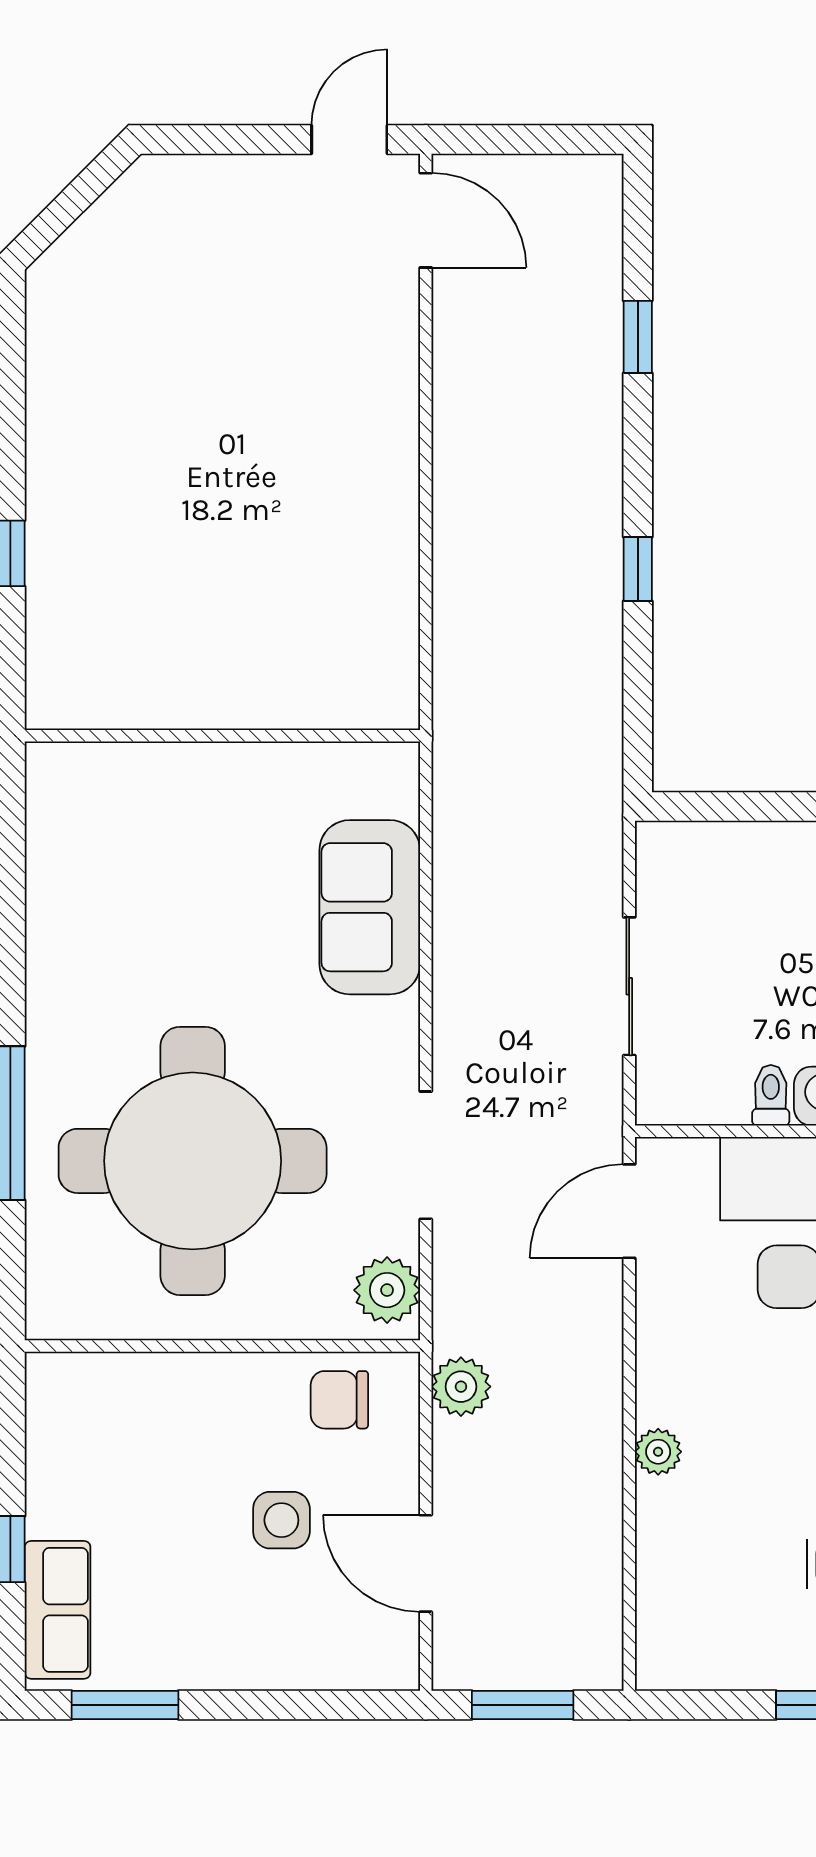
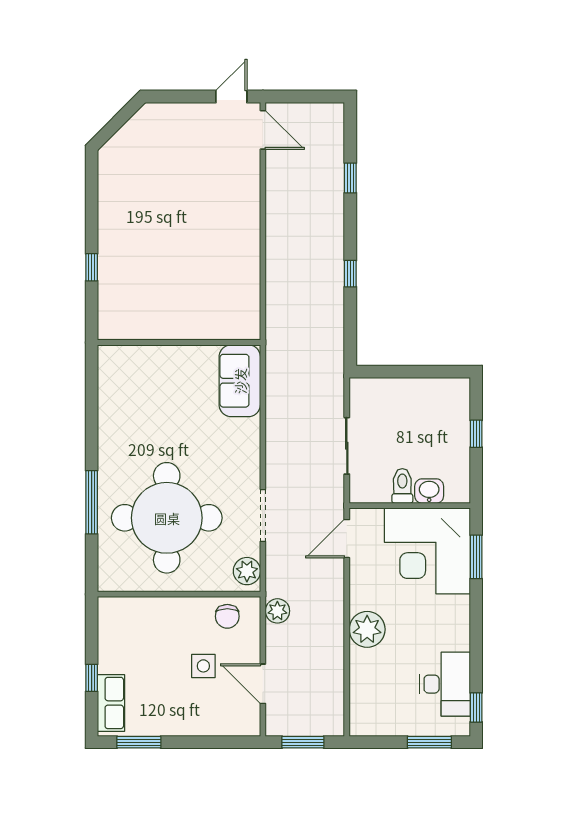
sofa: (370, 907) -> (240, 381), moved
toilet: (771, 1095) -> (402, 486), width x1.37, depth x1.39
chair: (339, 1400) -> (227, 616), turned -90
plant: (658, 1452) -> (367, 629), width x1.88, depth x1.88

